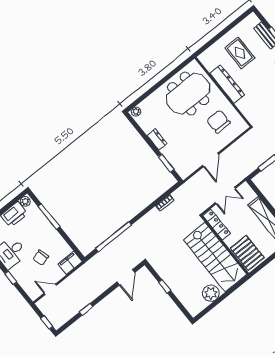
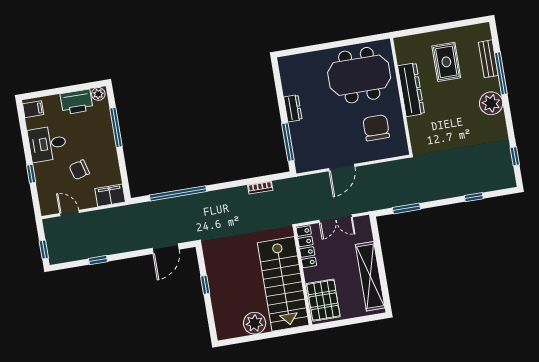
plant: (136, 112) -> (287, 62), removed
window: (166, 163) -> (288, 142), width x1.44

